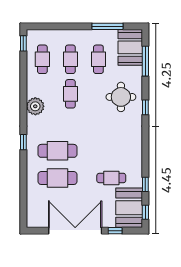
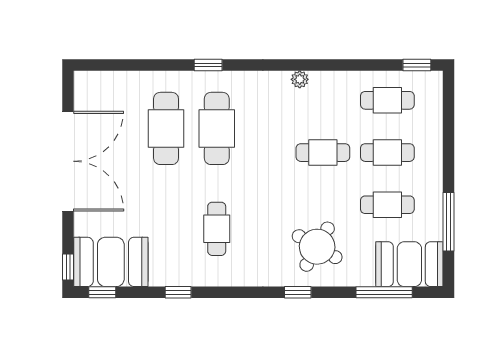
round table: (121, 97) -> (317, 247), turned 30
plant: (35, 106) -> (300, 79), width x0.53, depth x0.53
window: (23, 142) -> (208, 65), moved
cafe table: (111, 178) -> (217, 229), moved
window: (145, 184) -> (178, 292), moved
window: (115, 231) -> (68, 267), moved

